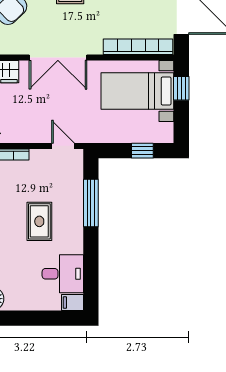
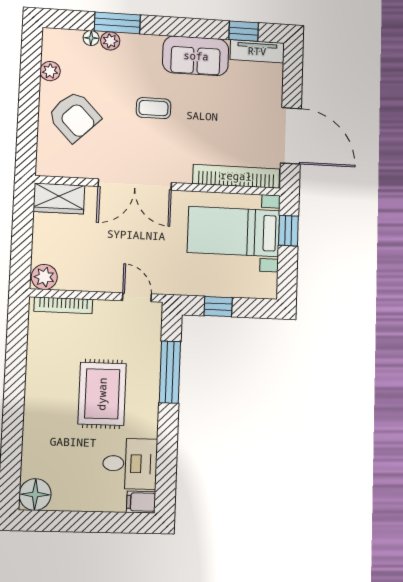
window: (142, 151) -> (218, 307), moved
rug: (39, 221) -> (102, 394), width x1.36, depth x1.43

